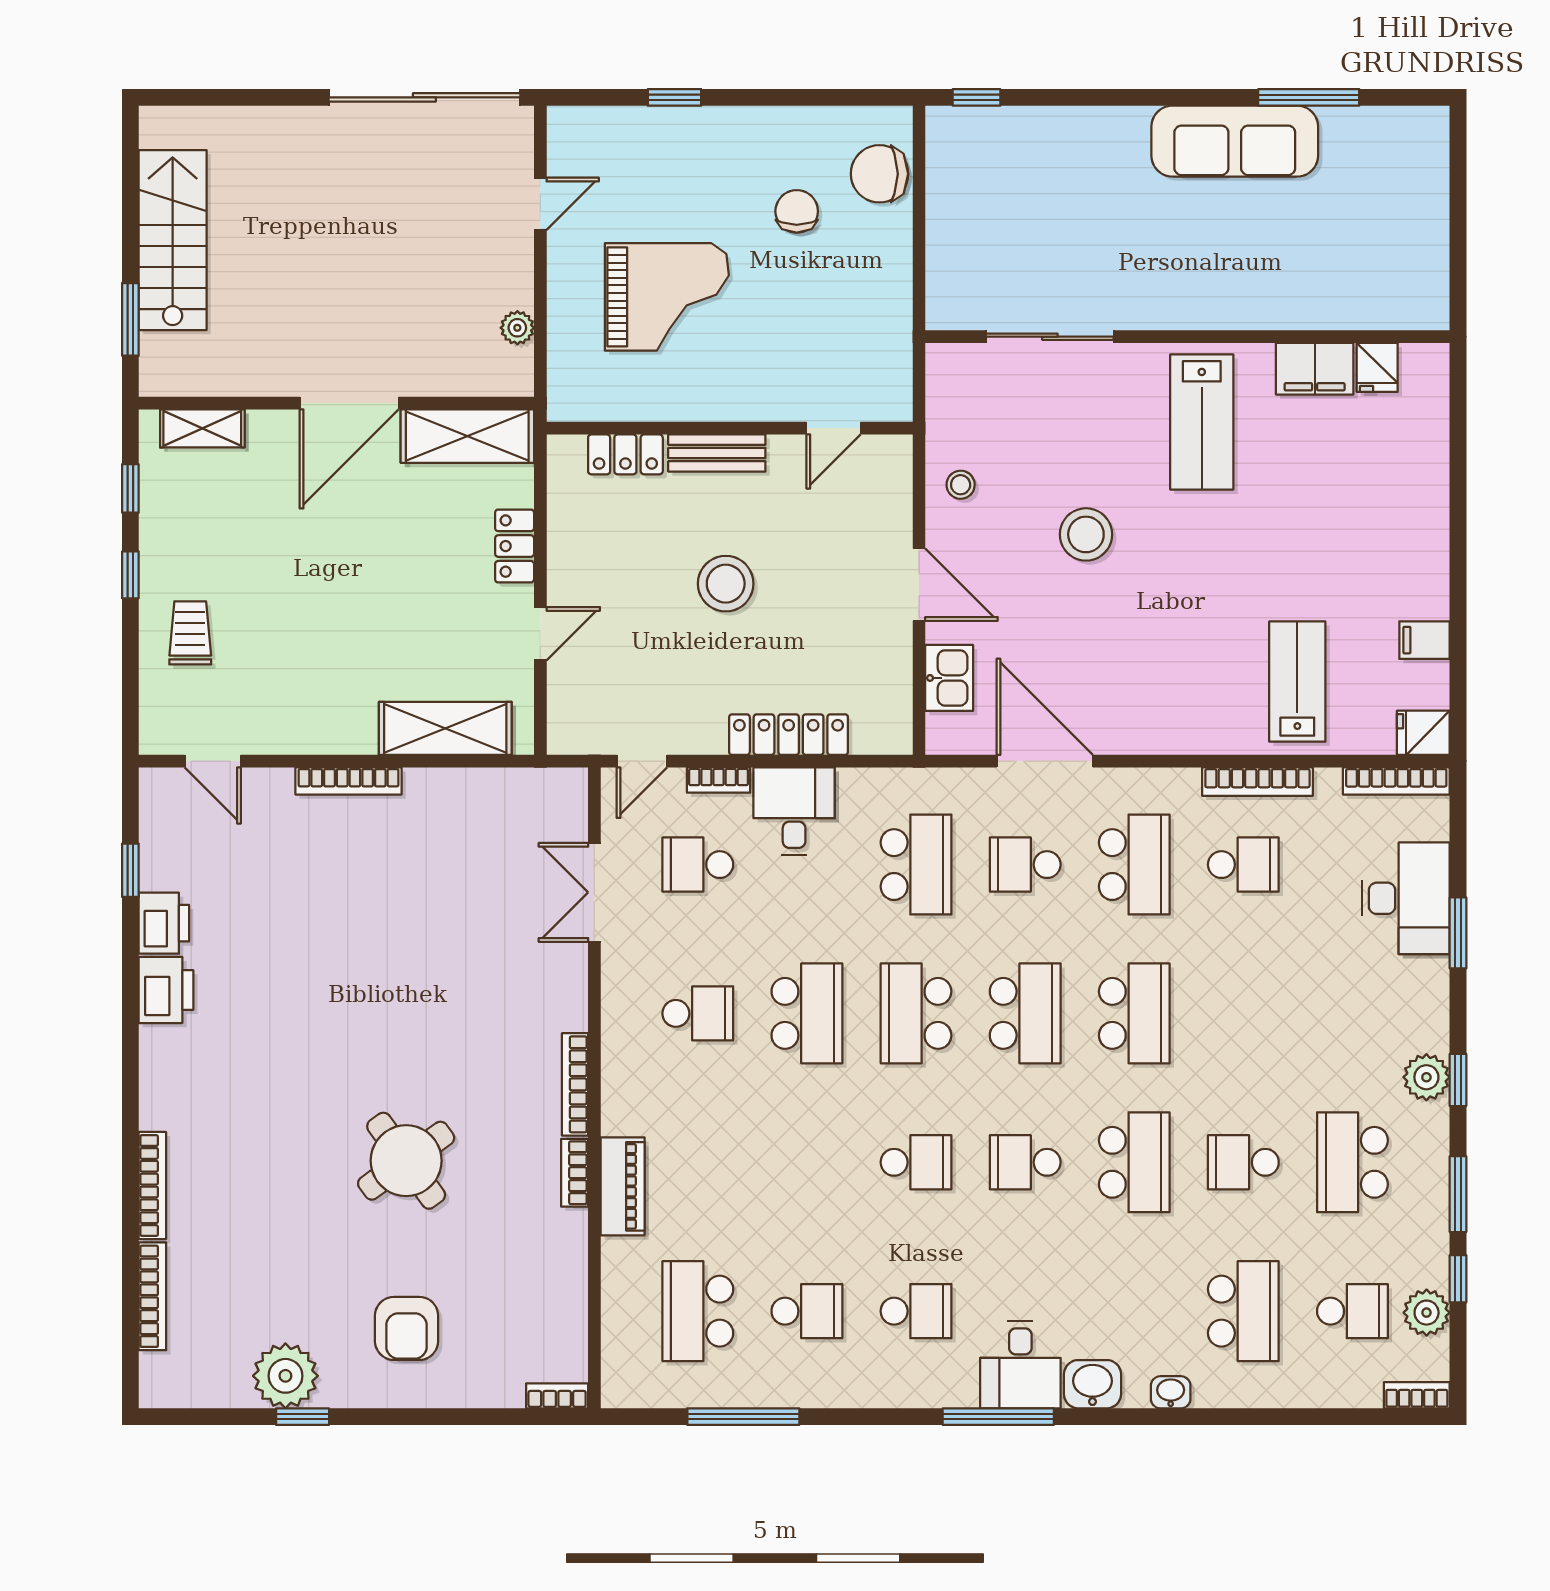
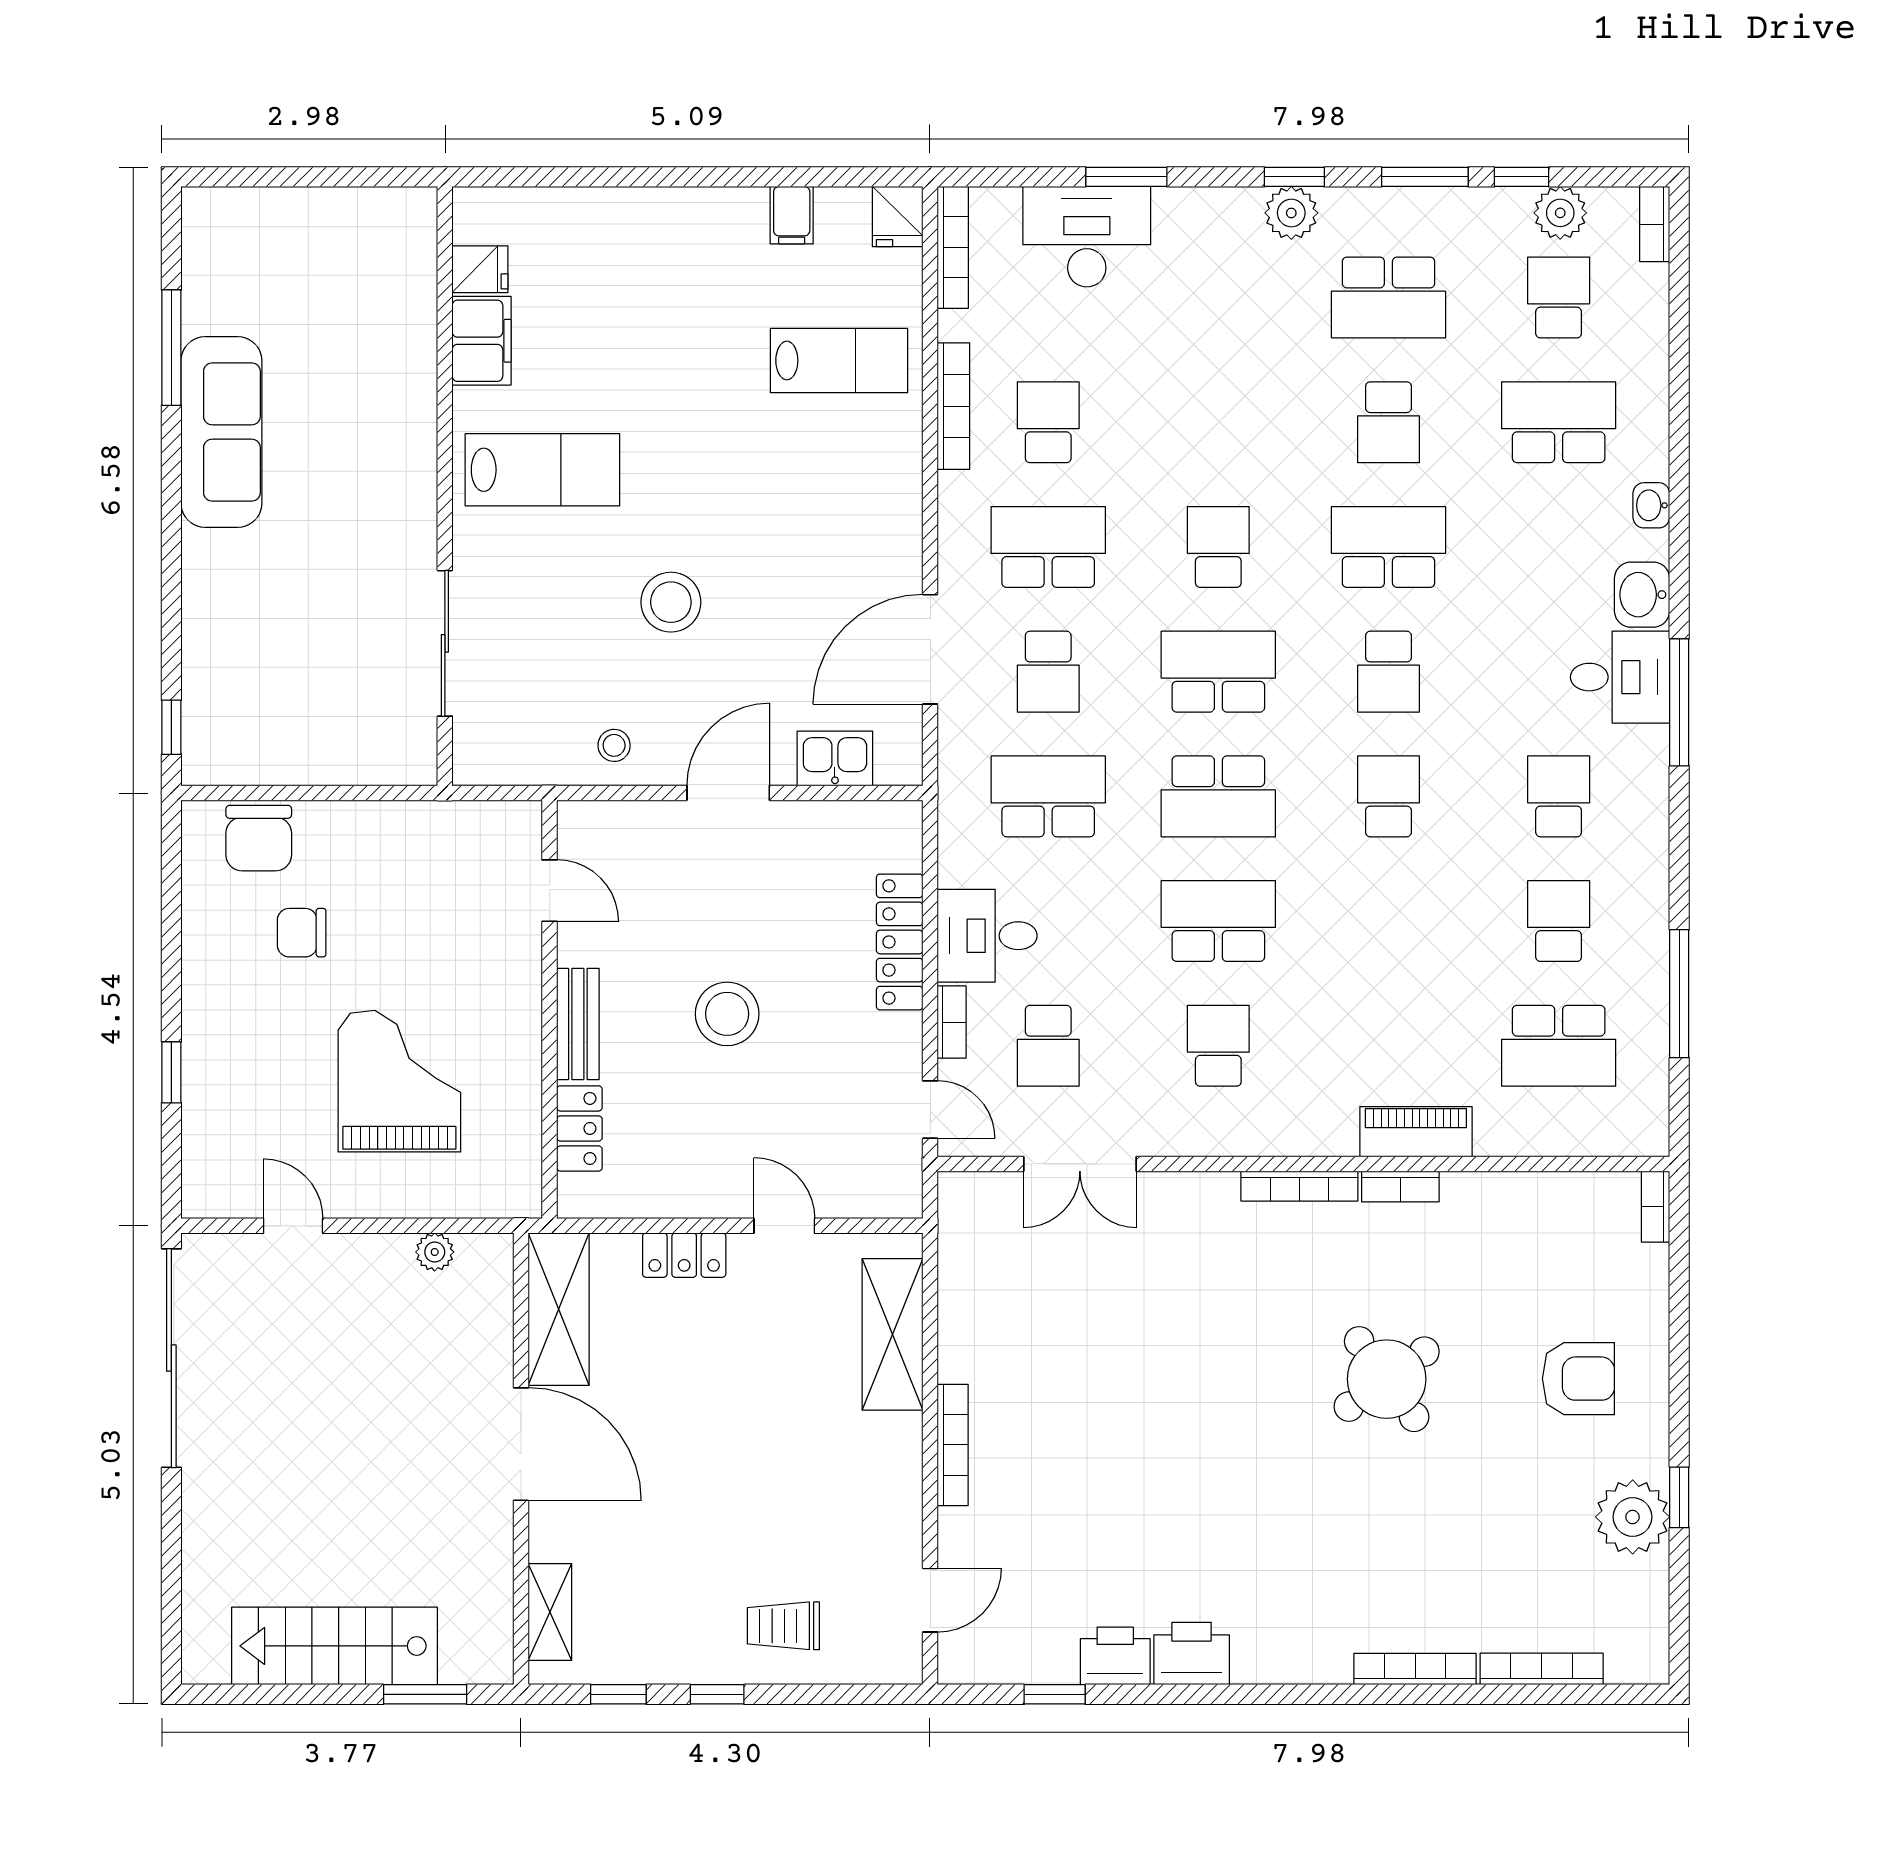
lab bench: (1297, 682) -> (839, 361), turned 180
school desk: (1134, 1013) -> (1218, 547), width x0.54

